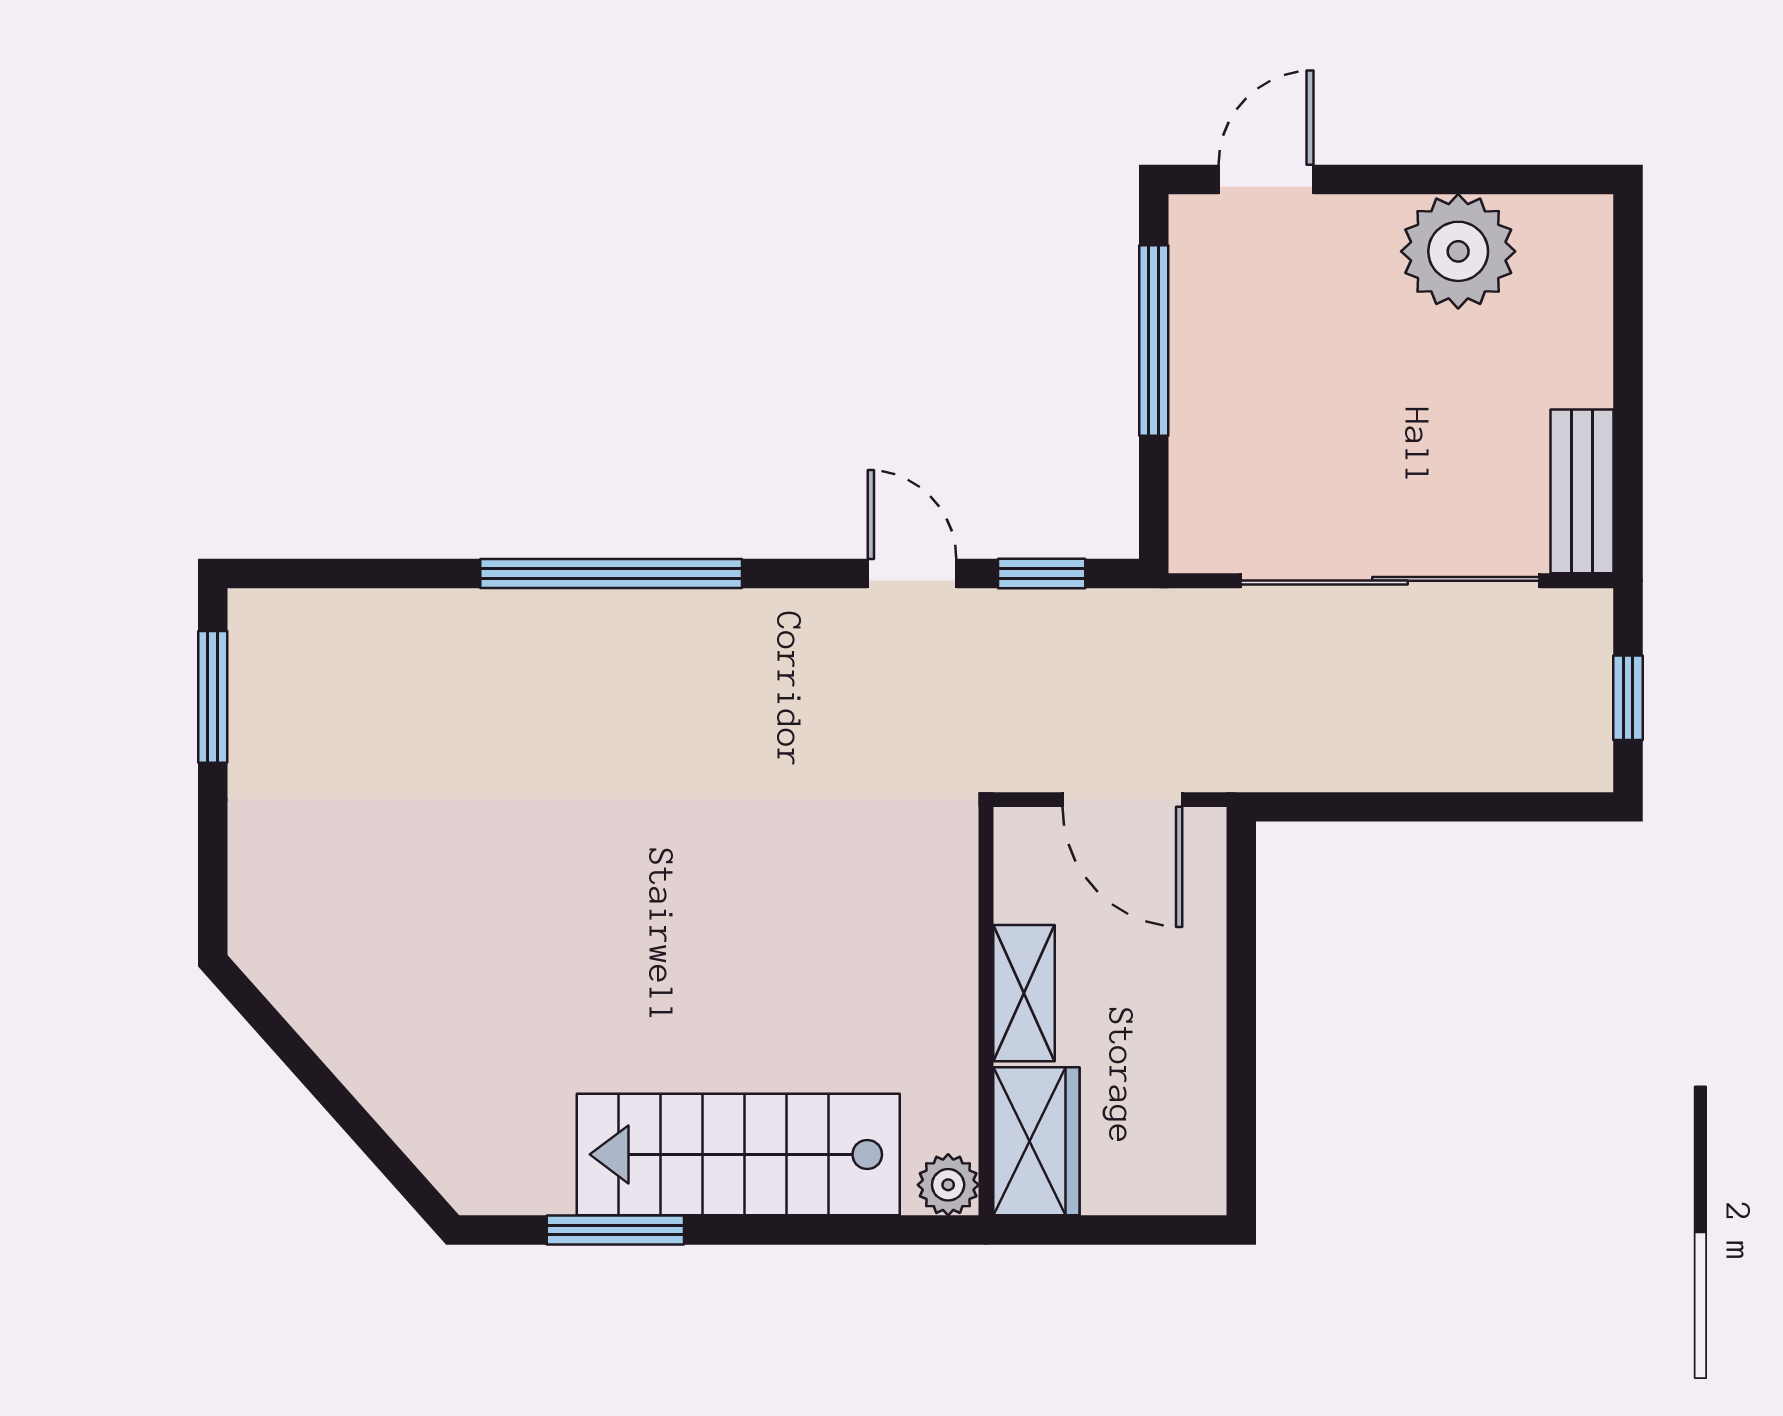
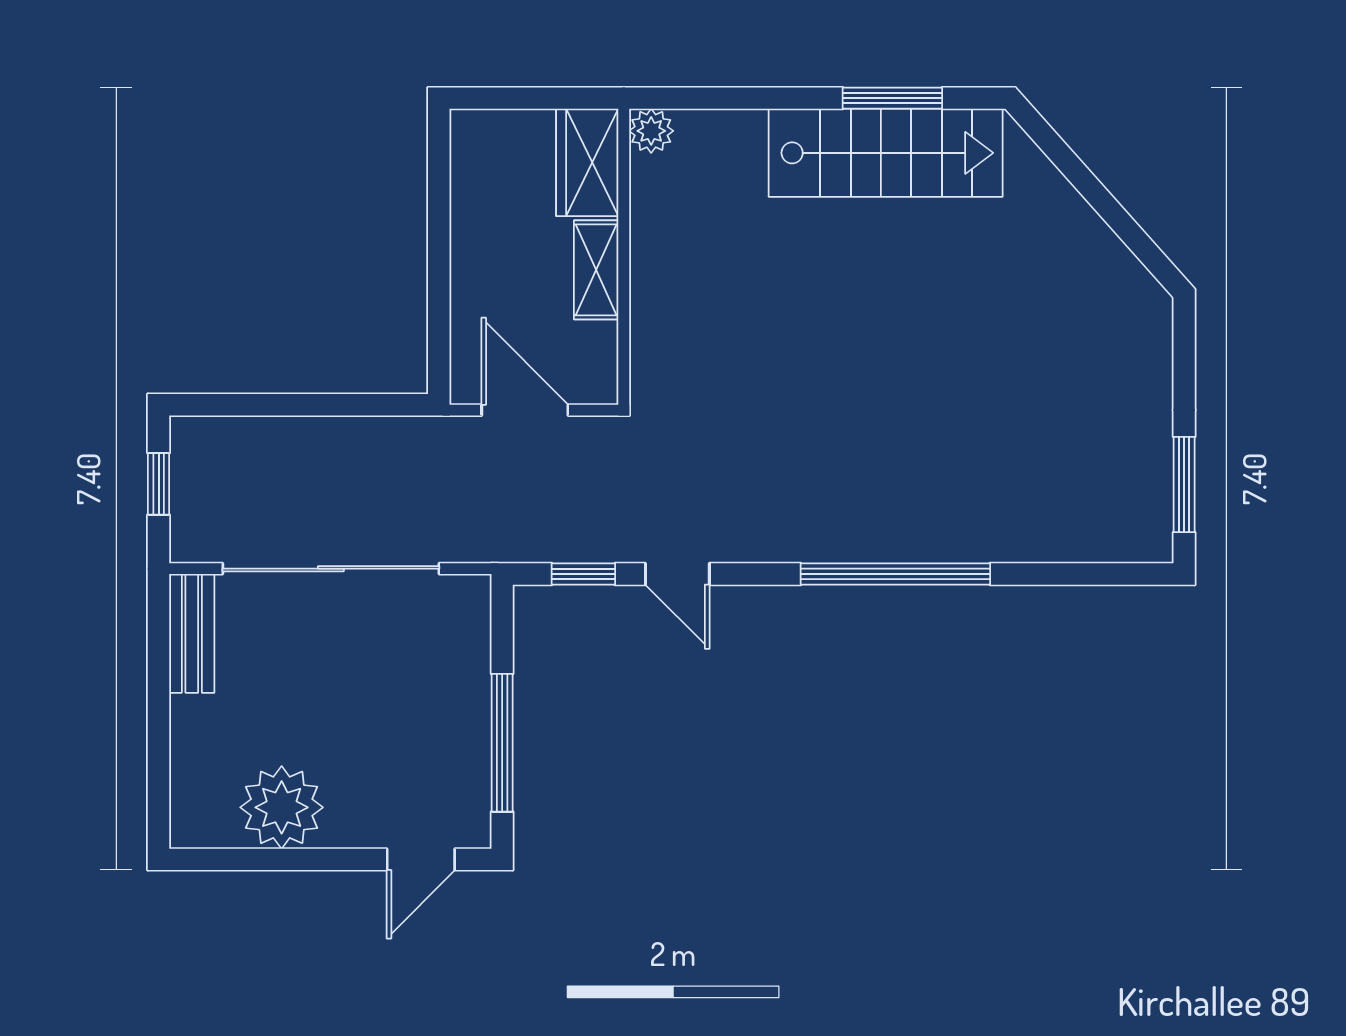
stairs: (738, 1154) -> (886, 153), moved

